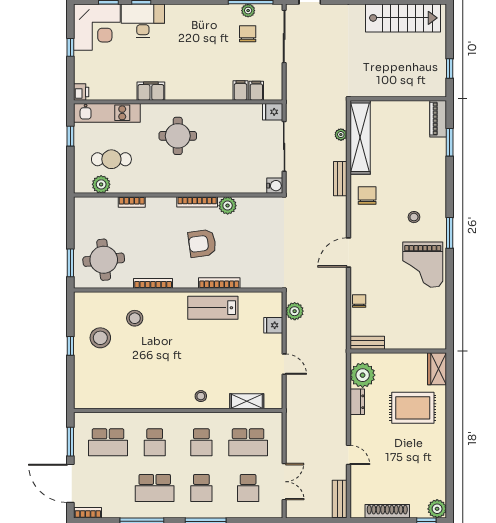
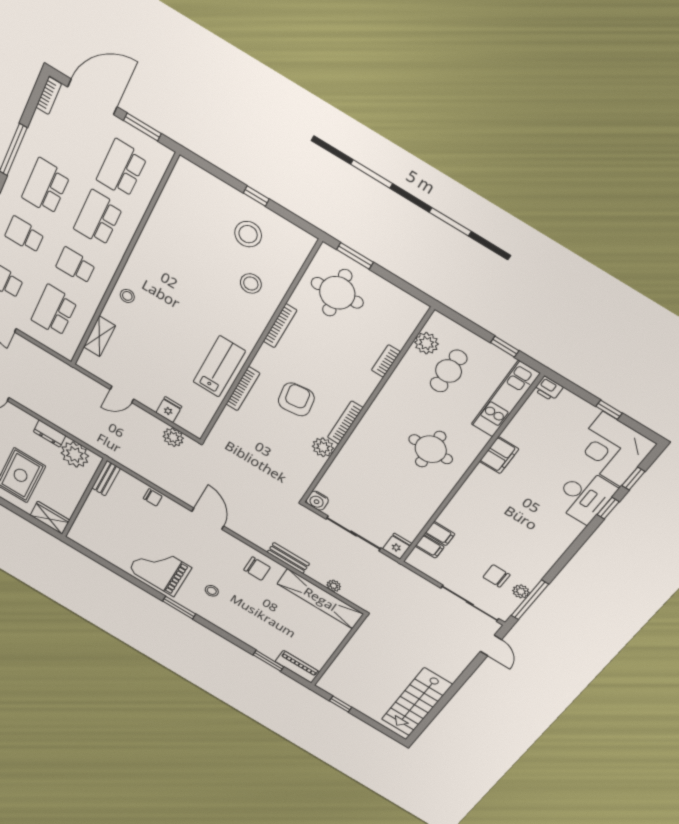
chair: (248, 34) -> (496, 576), turned 180
school desk: (155, 442) -> (98, 218), width x1.85

